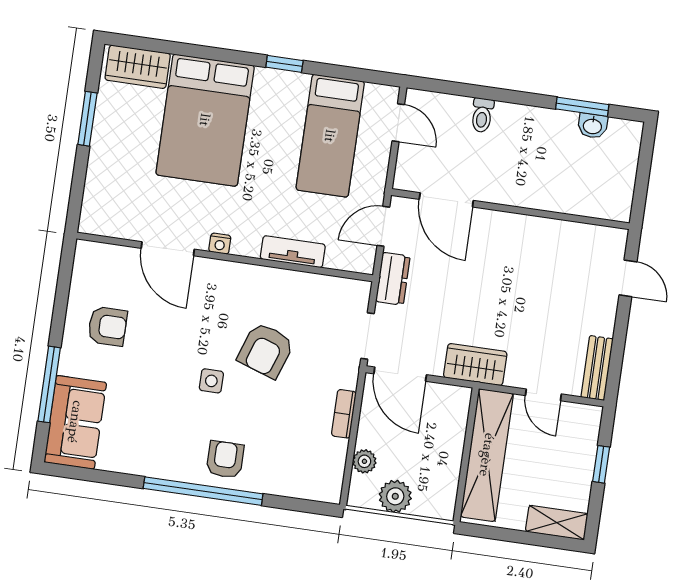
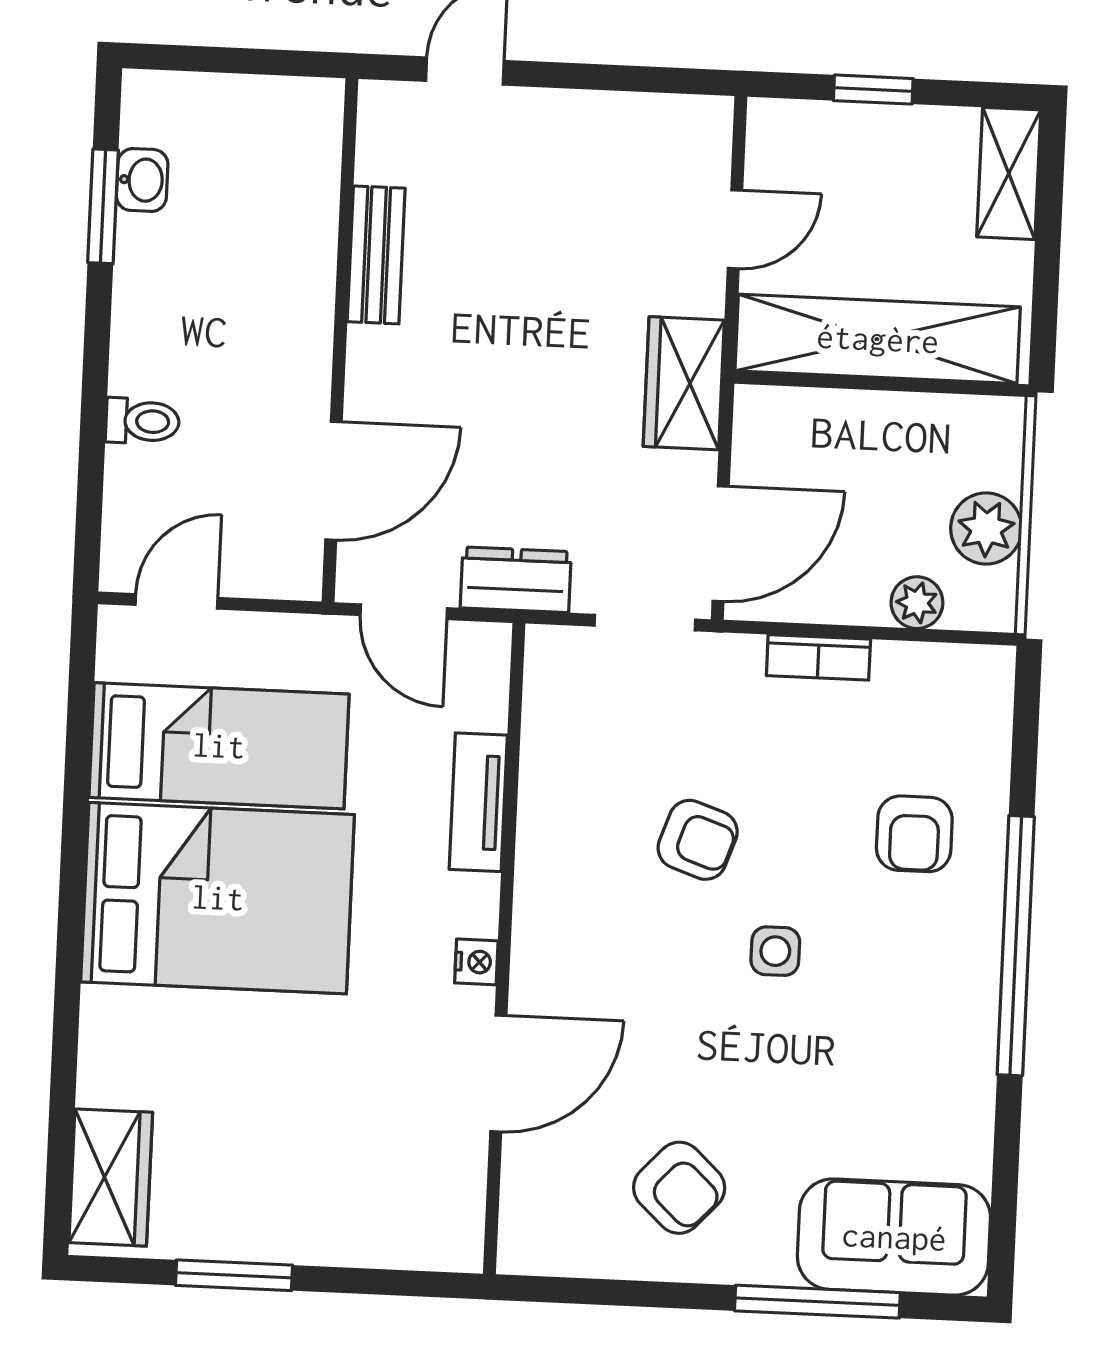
window: (284, 64) -> (73, 860), removed
bed: (205, 120) -> (218, 898), moved
armchair: (107, 326) -> (679, 1188), turned 133
armchair: (266, 350) -> (698, 840), width x0.72, depth x0.72
bench: (597, 368) -> (376, 255), moved, turned 90
armchair: (225, 460) -> (914, 834), moved, turned -90

